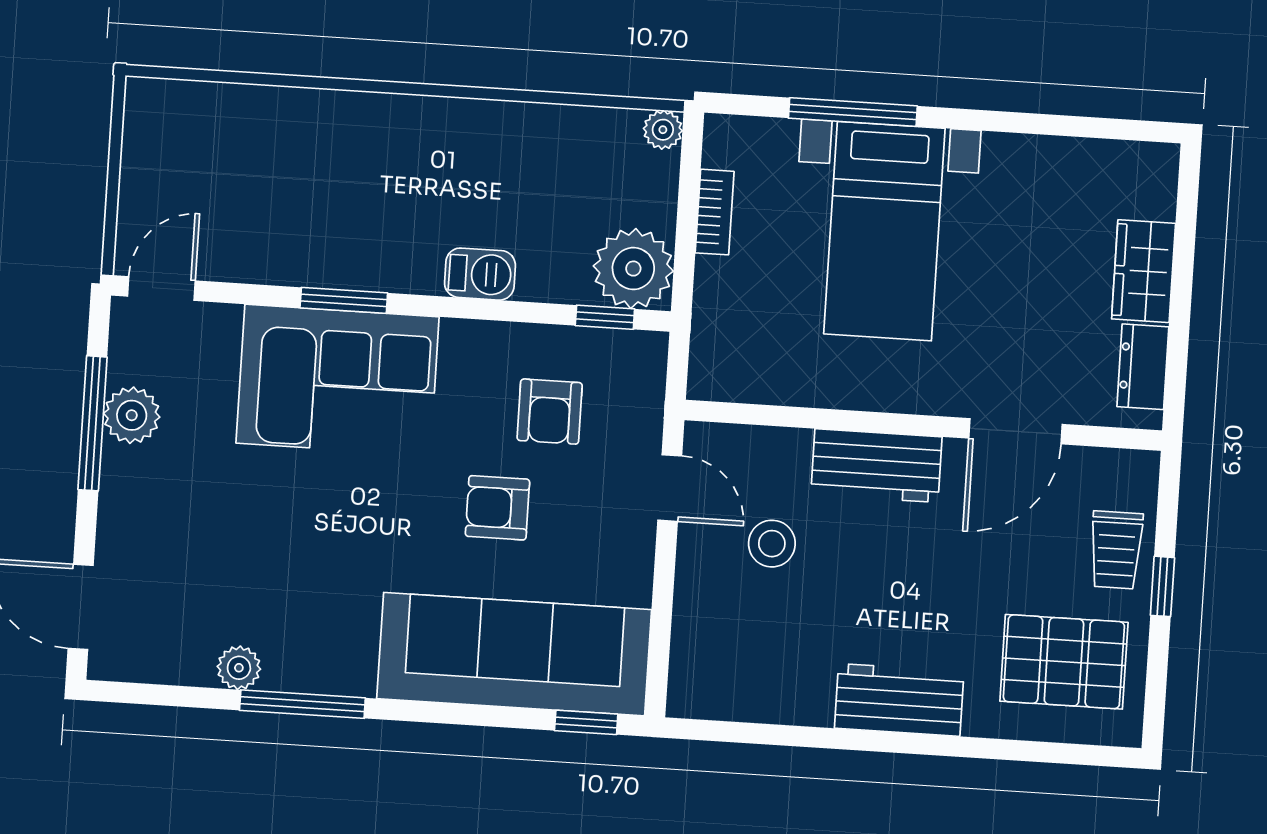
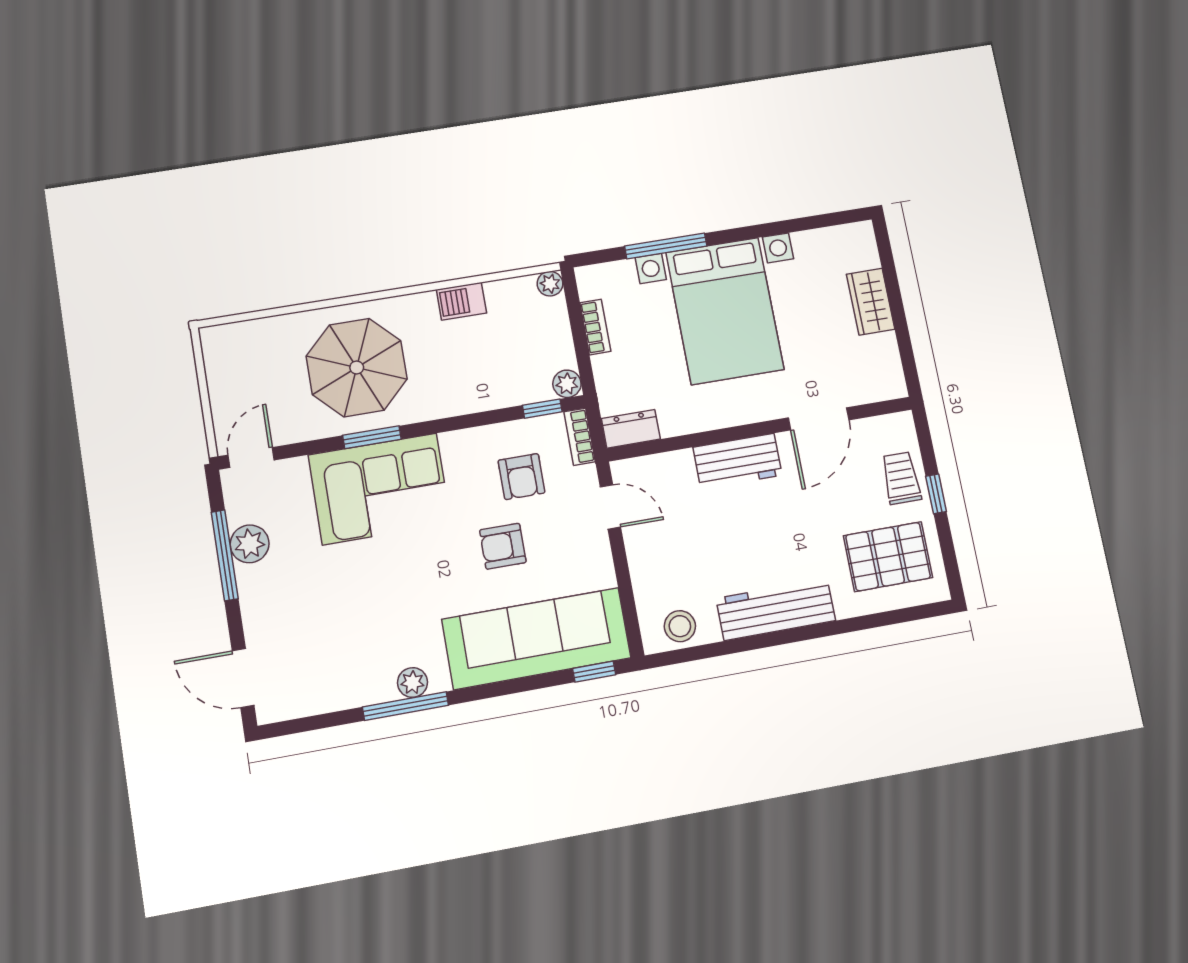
parasol: (345, 190) -> (357, 368), added
bed with nightstands: (884, 231) -> (725, 311), width x1.36
plant: (633, 269) -> (567, 384), width x0.53, depth x0.53
barbecue: (480, 274) -> (461, 301), moved, turned 180
dresser: (1143, 367) -> (631, 429), moved, turned 90
bookcase: (650, 373) -> (580, 437), added
stool: (772, 544) -> (680, 626), moved
trolley: (1116, 550) -> (901, 478), turned 180
plant: (239, 668) -> (413, 682), moved
workbench: (899, 700) -> (776, 610), width x1.38

